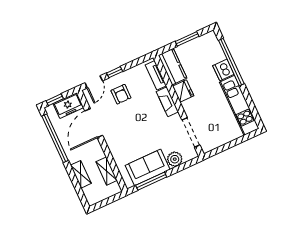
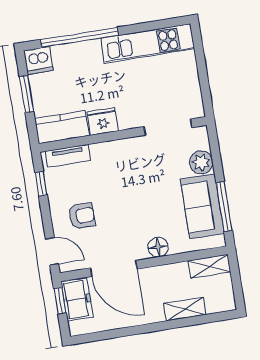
dishwasher: (223, 70) -> (38, 61), moved
window: (115, 72) -> (41, 184), moved
window: (55, 100) -> (60, 301), moved
fireplace: (167, 102) -> (112, 150), removed
window: (55, 138) -> (120, 333), removed
floor lamp: (115, 147) -> (158, 247), added
shelving: (107, 171) -> (209, 266), moved

